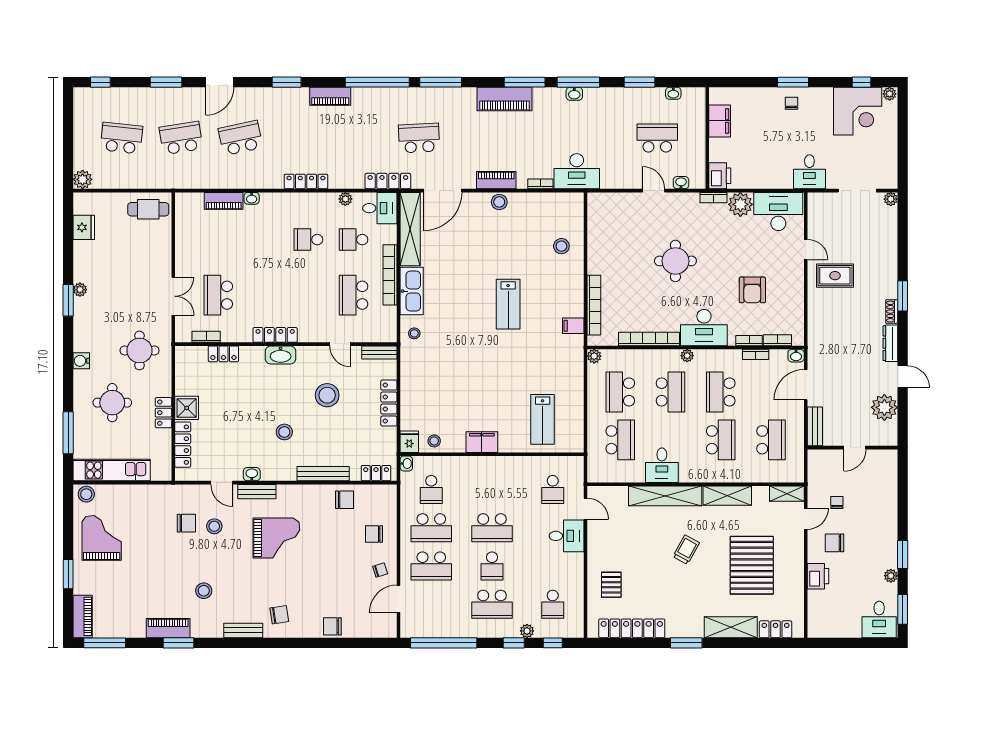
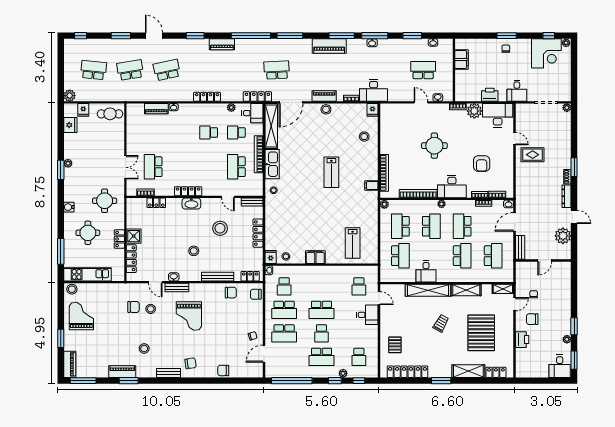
door: (220, 82) -> (154, 36), swing flipped
printer: (720, 176) -> (490, 95), moved, turned -90
fridge: (105, 203) -> (83, 110), added
fridge: (575, 203) -> (372, 110), added
chair: (374, 534) -> (256, 294), moved
grand piano: (276, 538) -> (189, 316), turned 90

